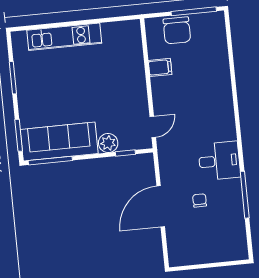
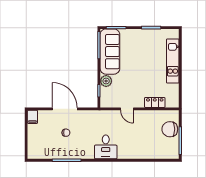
locker: (135, 60) -> (155, 102), added
filing cabinet: (160, 67) -> (32, 117), moved
door: (153, 127) -> (127, 109), moved
desk: (219, 161) -> (106, 147), moved

